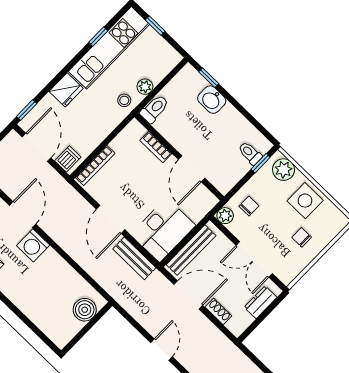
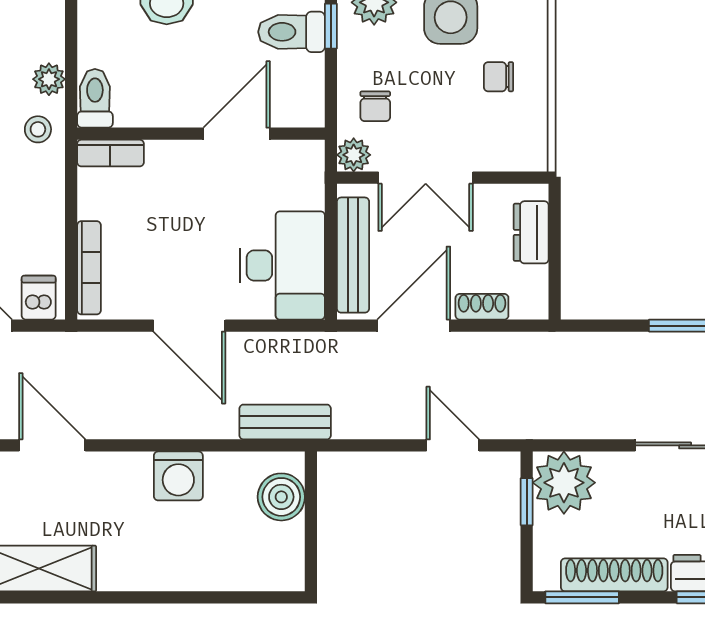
bookcase: (156, 147) -> (110, 153), moved
toilet: (250, 153) -> (291, 32), width x1.37, depth x1.39
door: (192, 169) -> (237, 134), swing flipped
chair: (249, 206) -> (375, 106), turned 180
washing machine: (33, 245) -> (178, 476), moved
bench: (134, 258) -> (285, 422), moved
double door: (254, 259) -> (426, 178), moved

